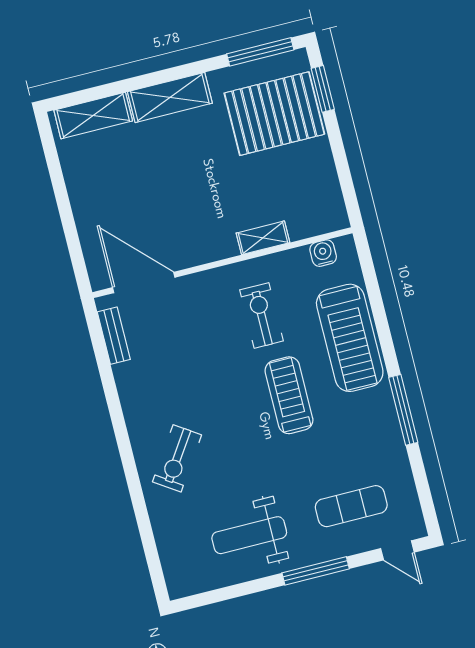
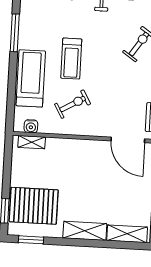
window: (260, 52) -> (31, 240), width x0.69
shelving: (263, 238) -> (32, 142), moved
exercise bike: (261, 315) -> (73, 104), turned -120

